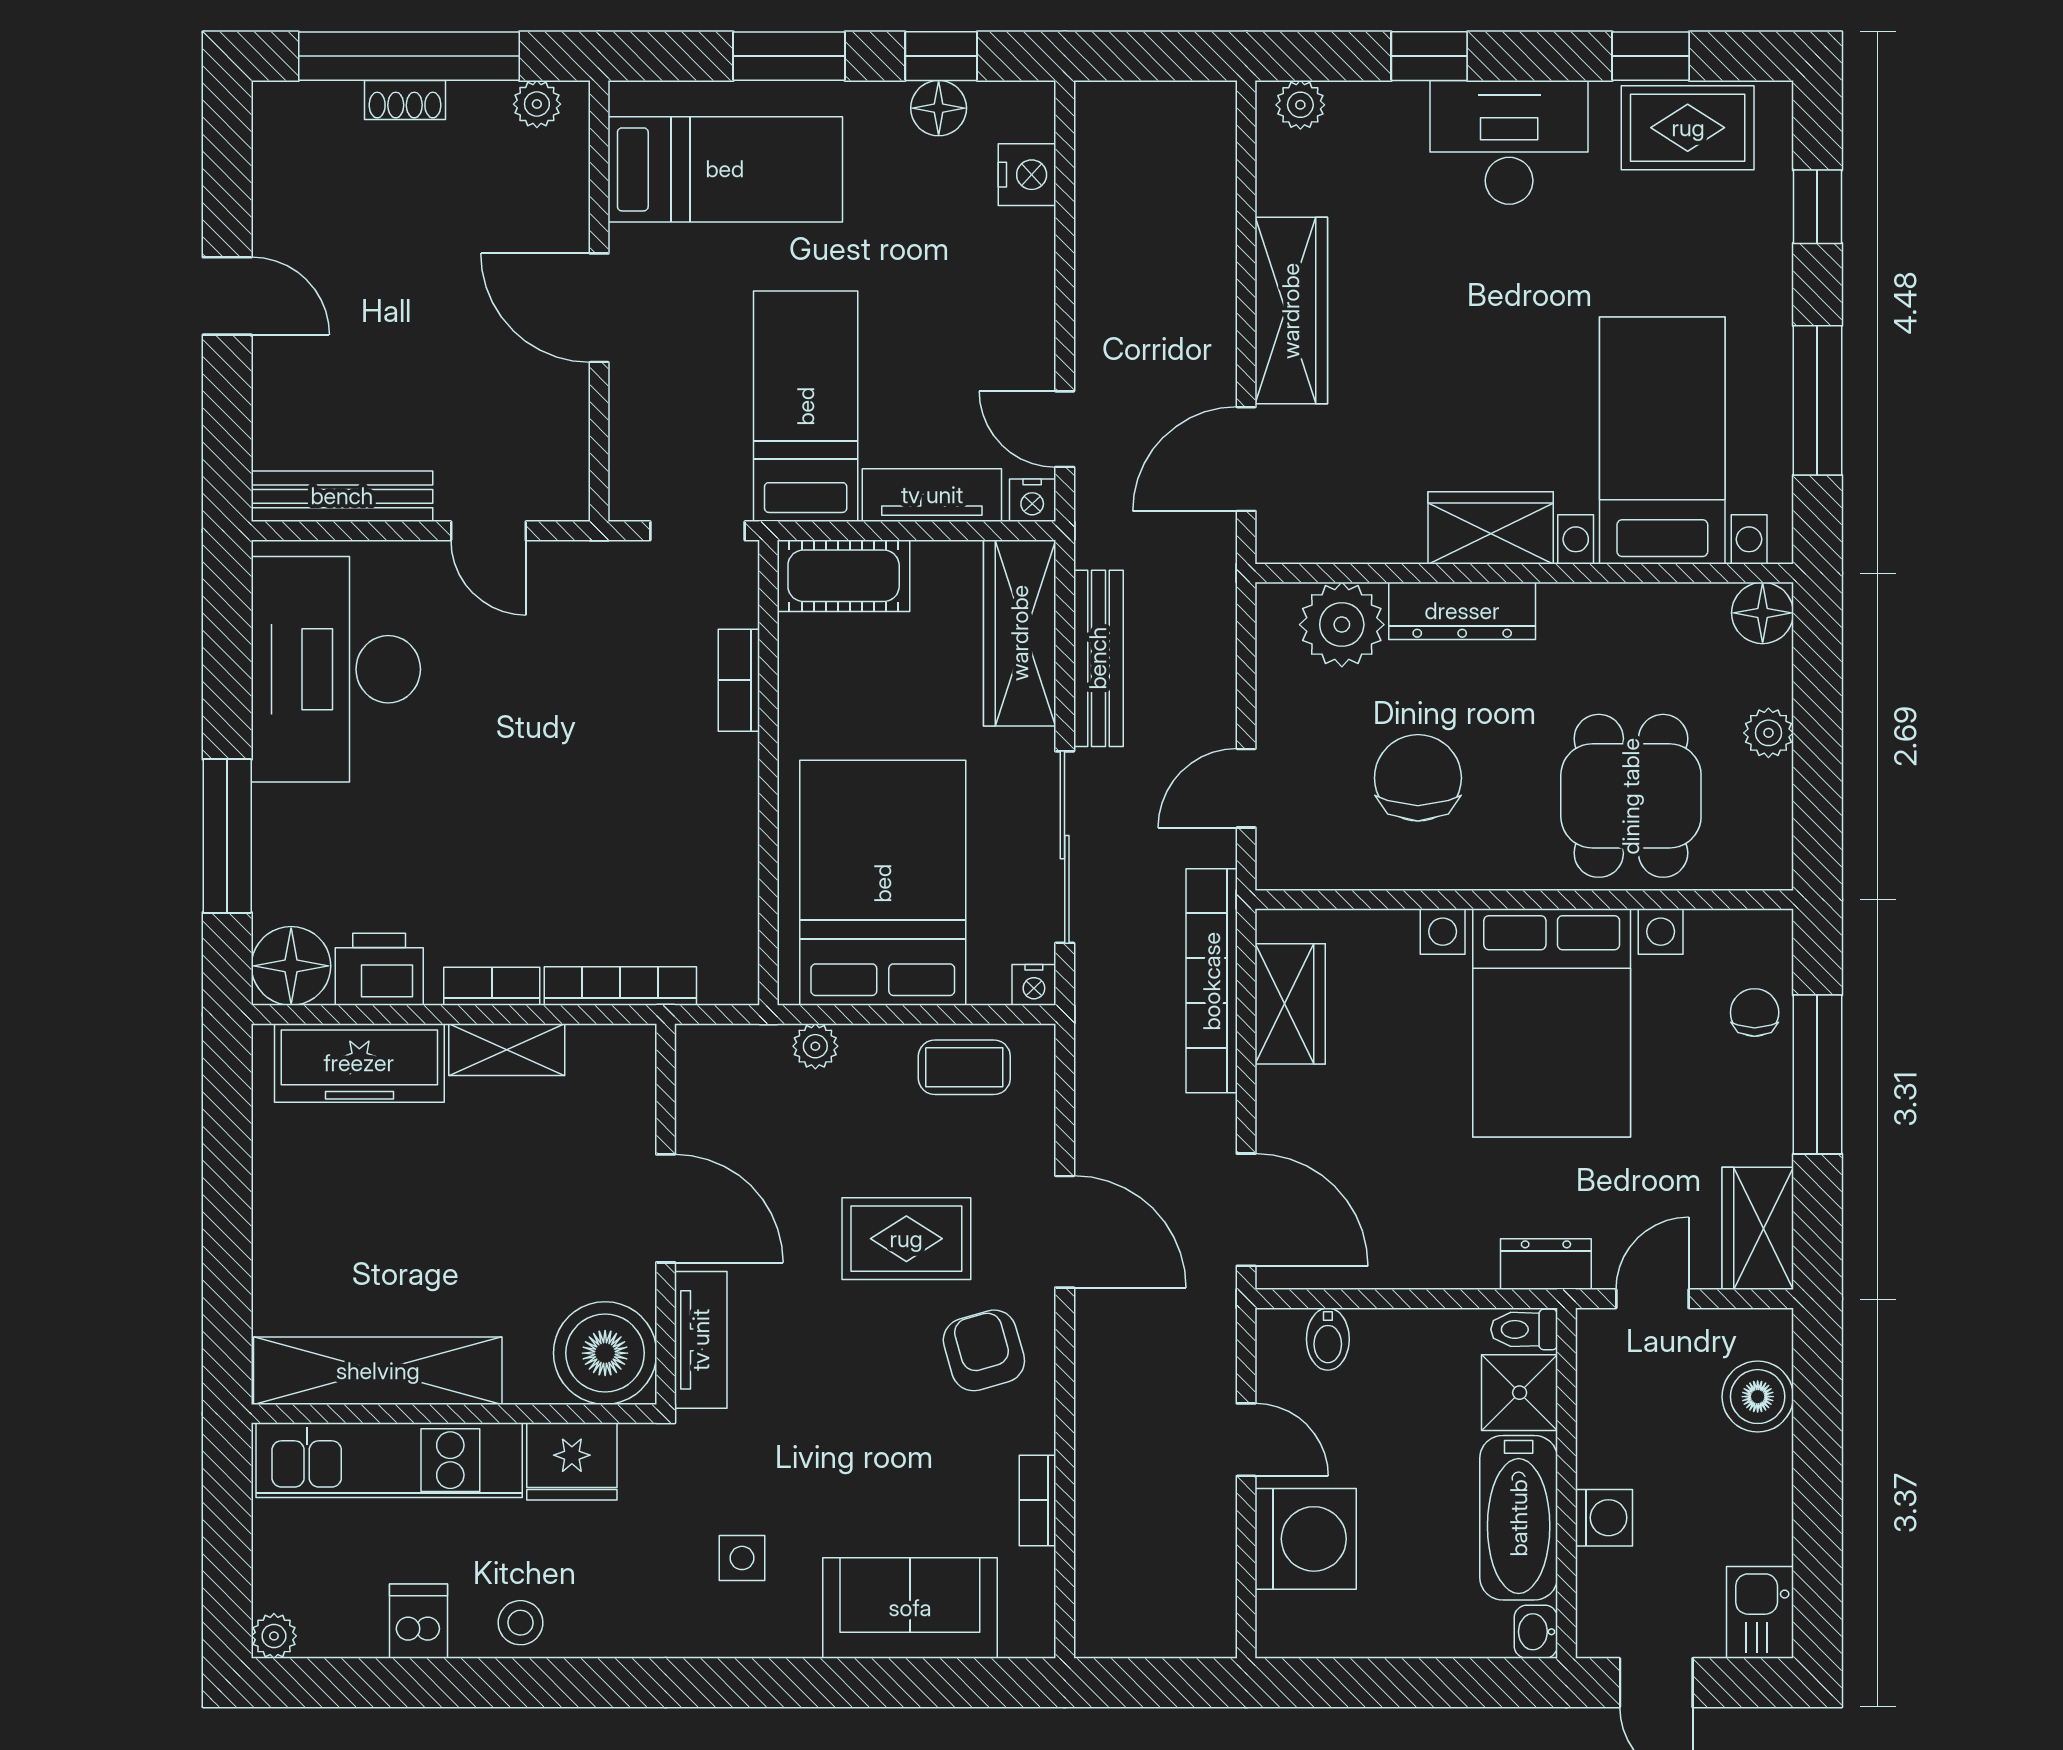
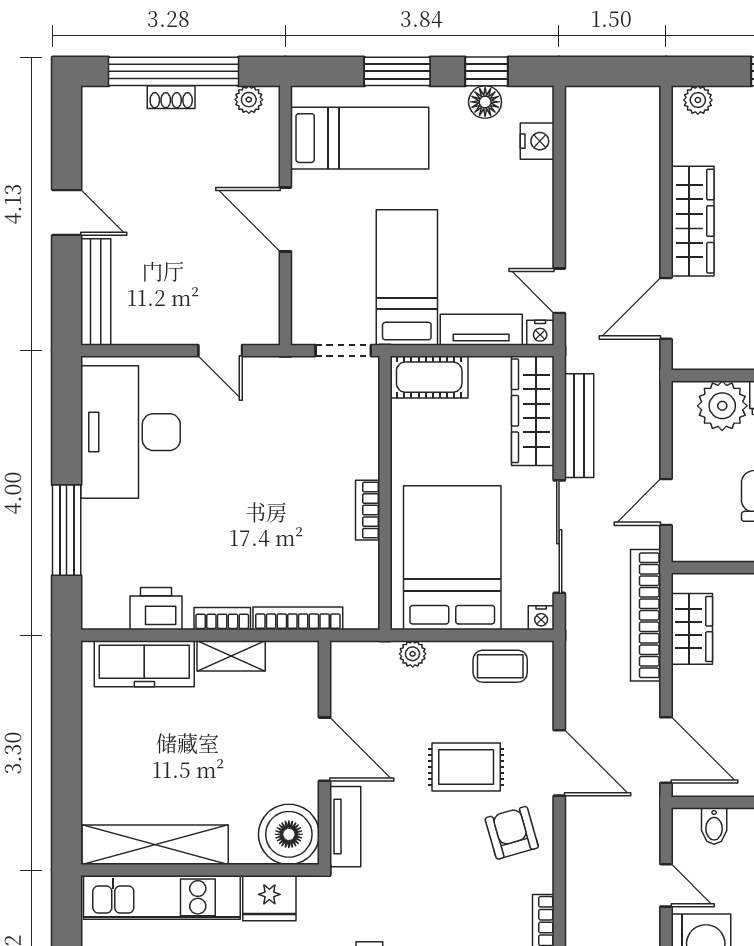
bench: (342, 496) -> (96, 292), moved, turned 90
bookcase: (739, 680) -> (368, 510), moved
floor lamp: (291, 966) -> (104, 607), removed

